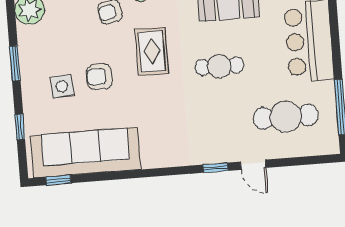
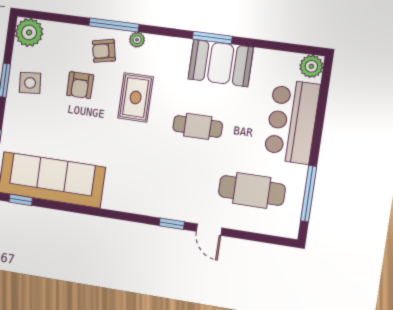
armchair: (99, 77) -> (80, 85), moved, turned -90
side table: (62, 86) -> (30, 83), moved

